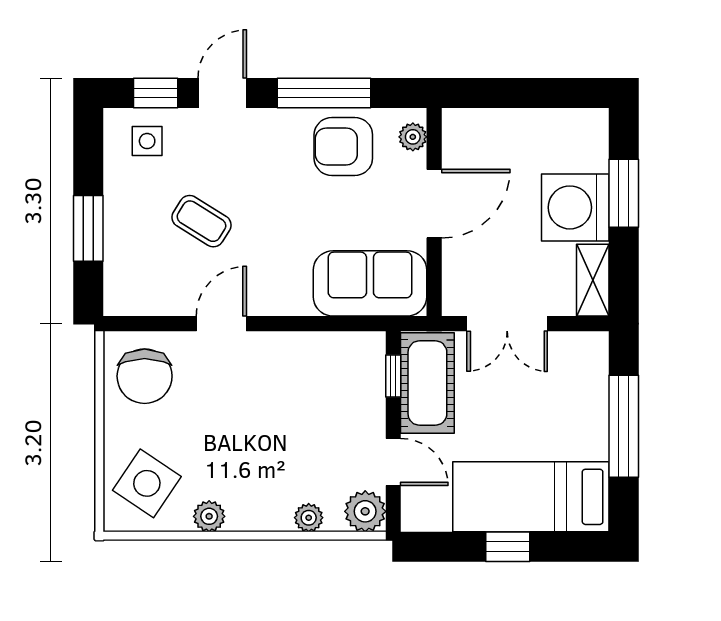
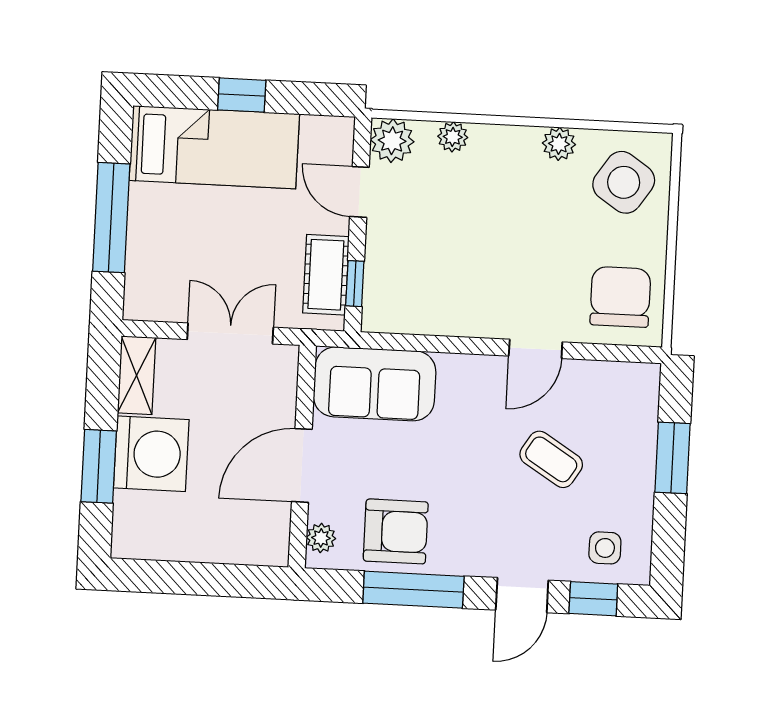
cot: (427, 383) -> (326, 275), width x0.73, depth x0.75

